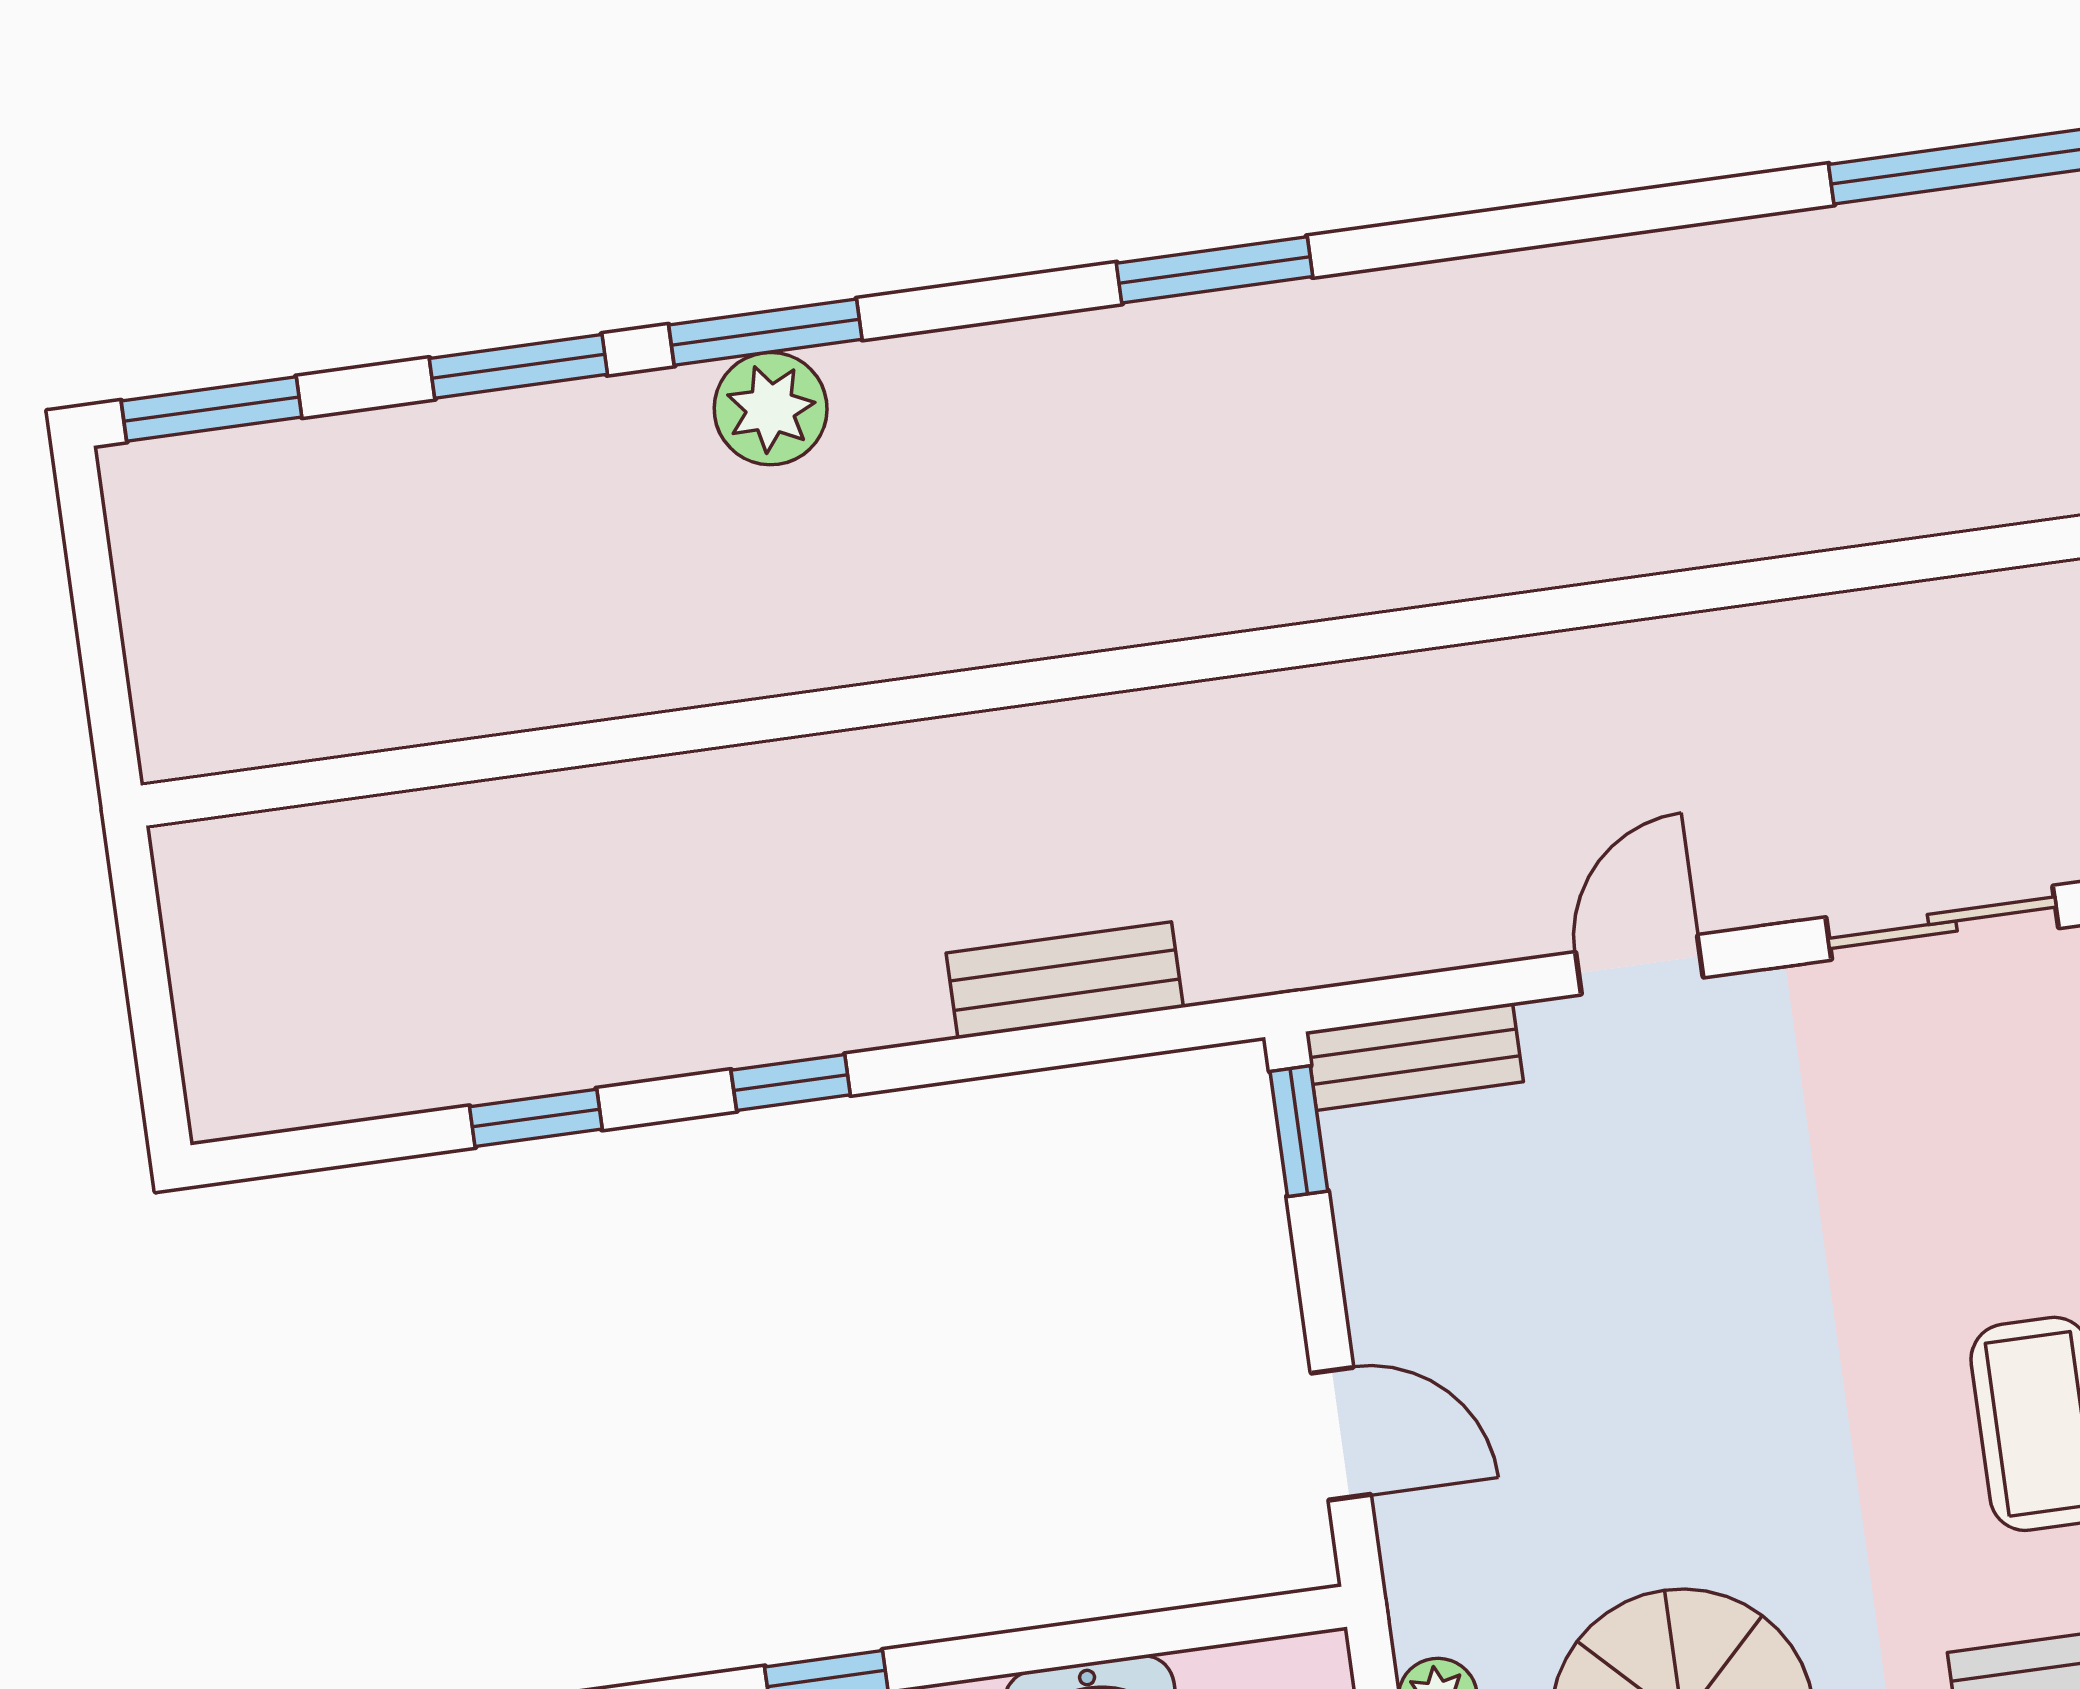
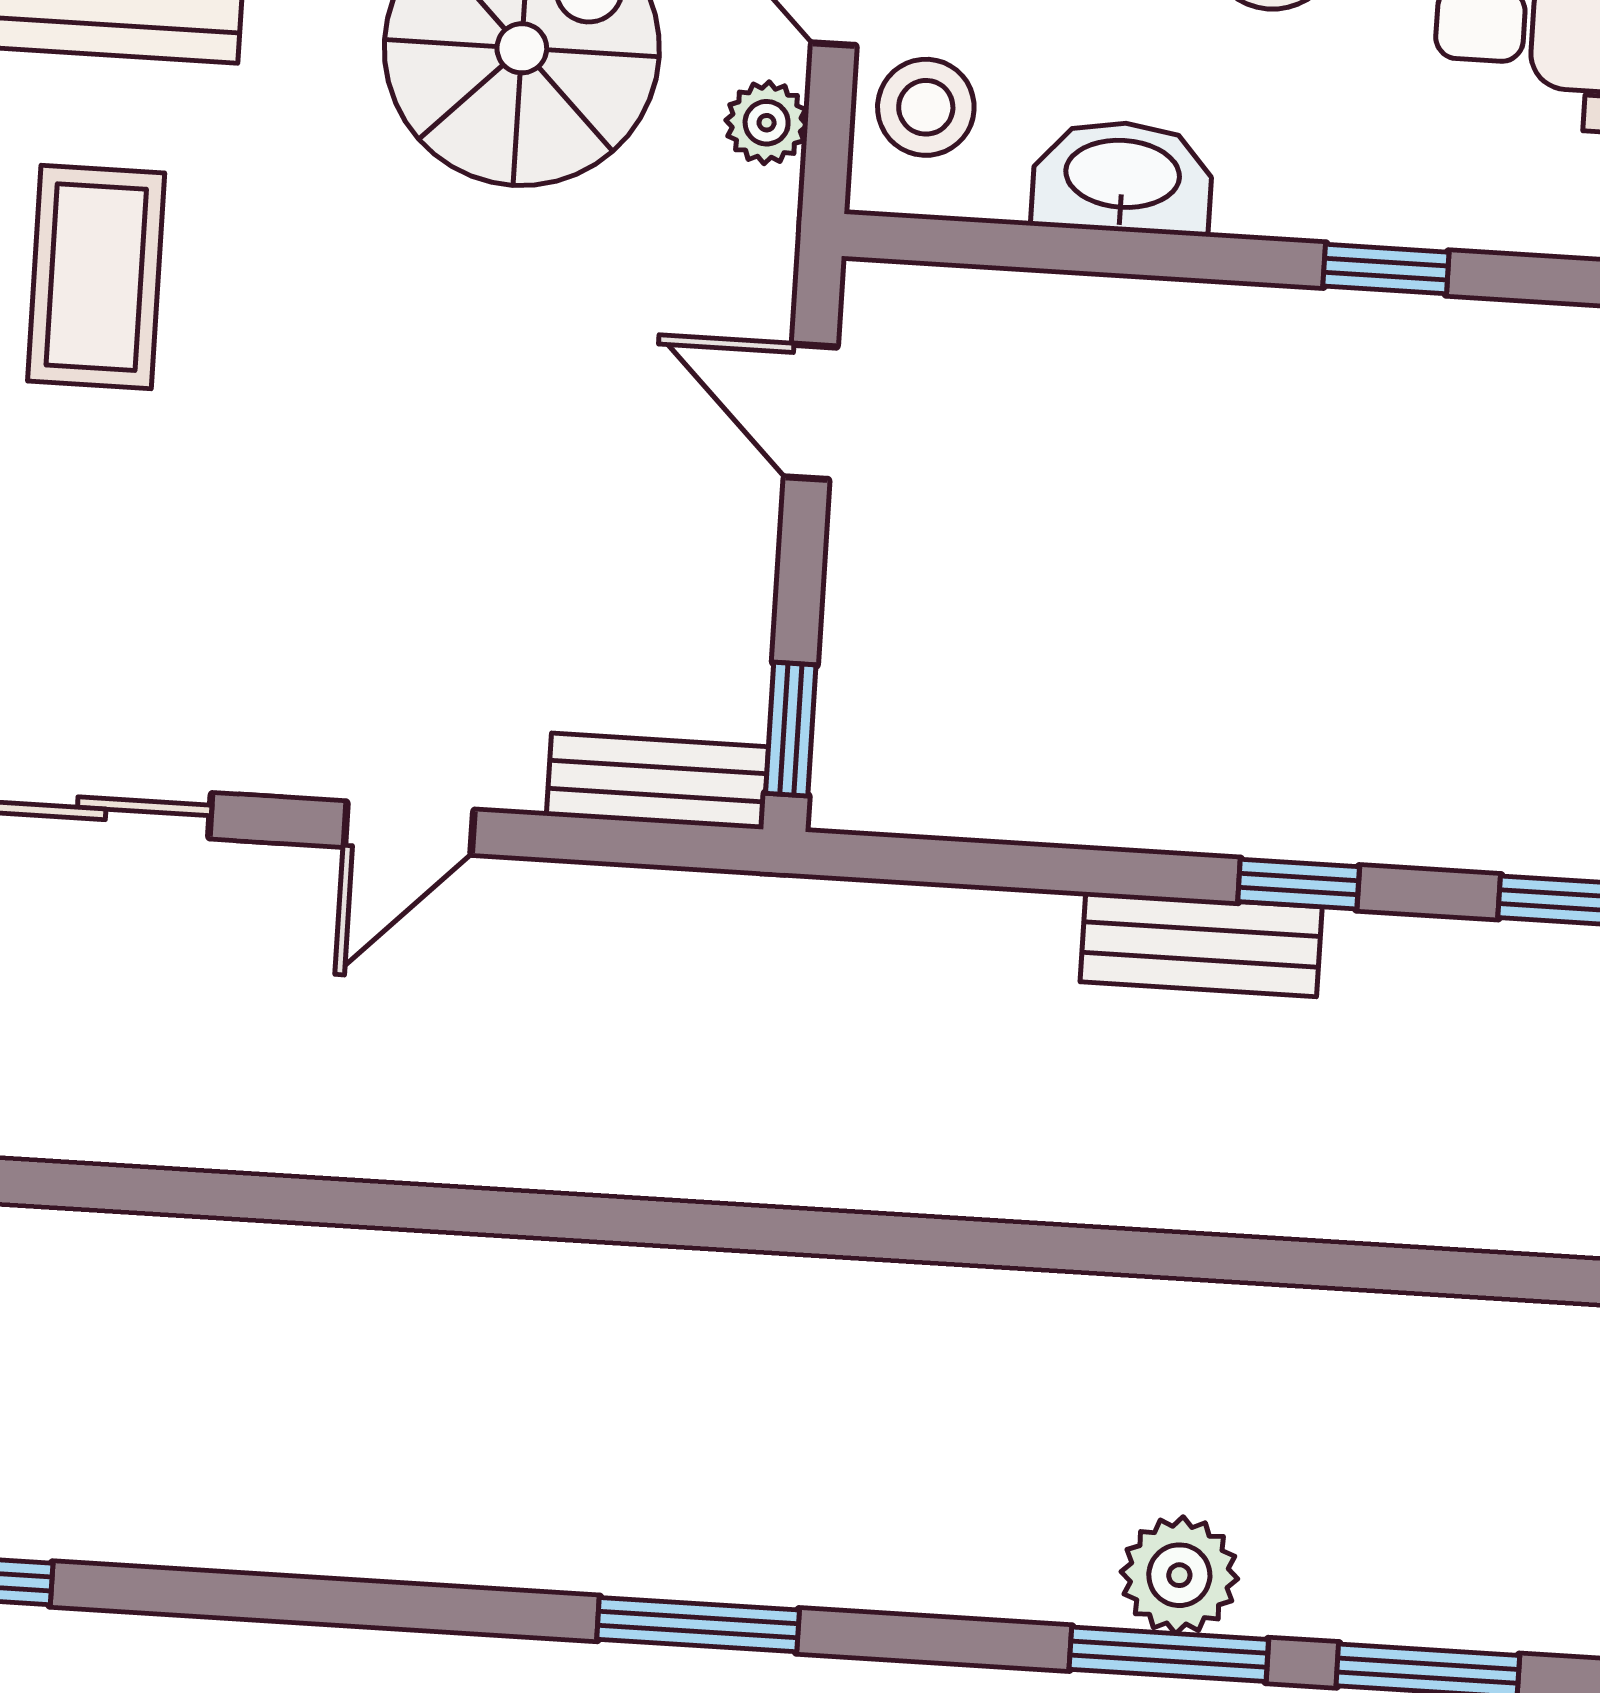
bench: (1065, 980) -> (1201, 944), moved

